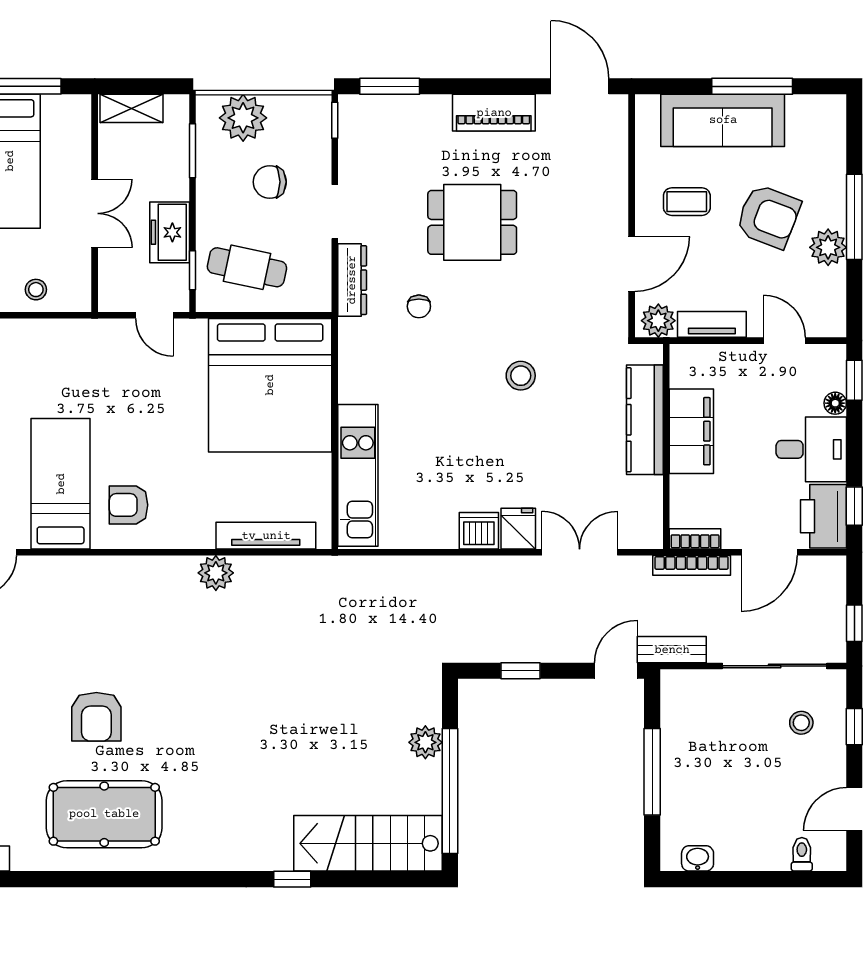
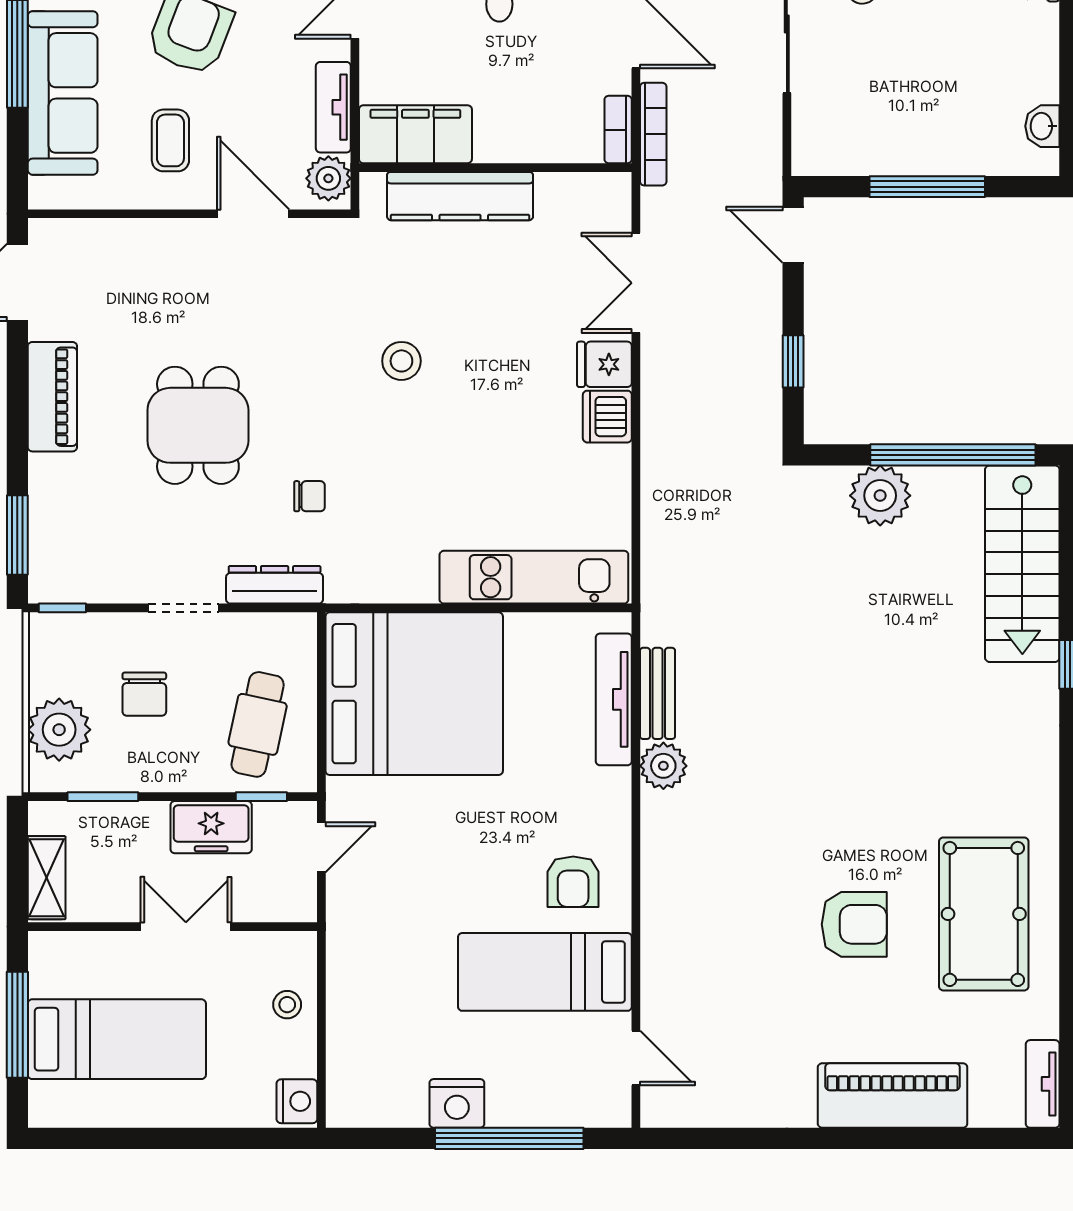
filing cabinet: (691, 431) -> (415, 134), moved
bench: (672, 650) -> (657, 693), moved
plant: (425, 742) -> (880, 496), width x1.36, depth x1.36

